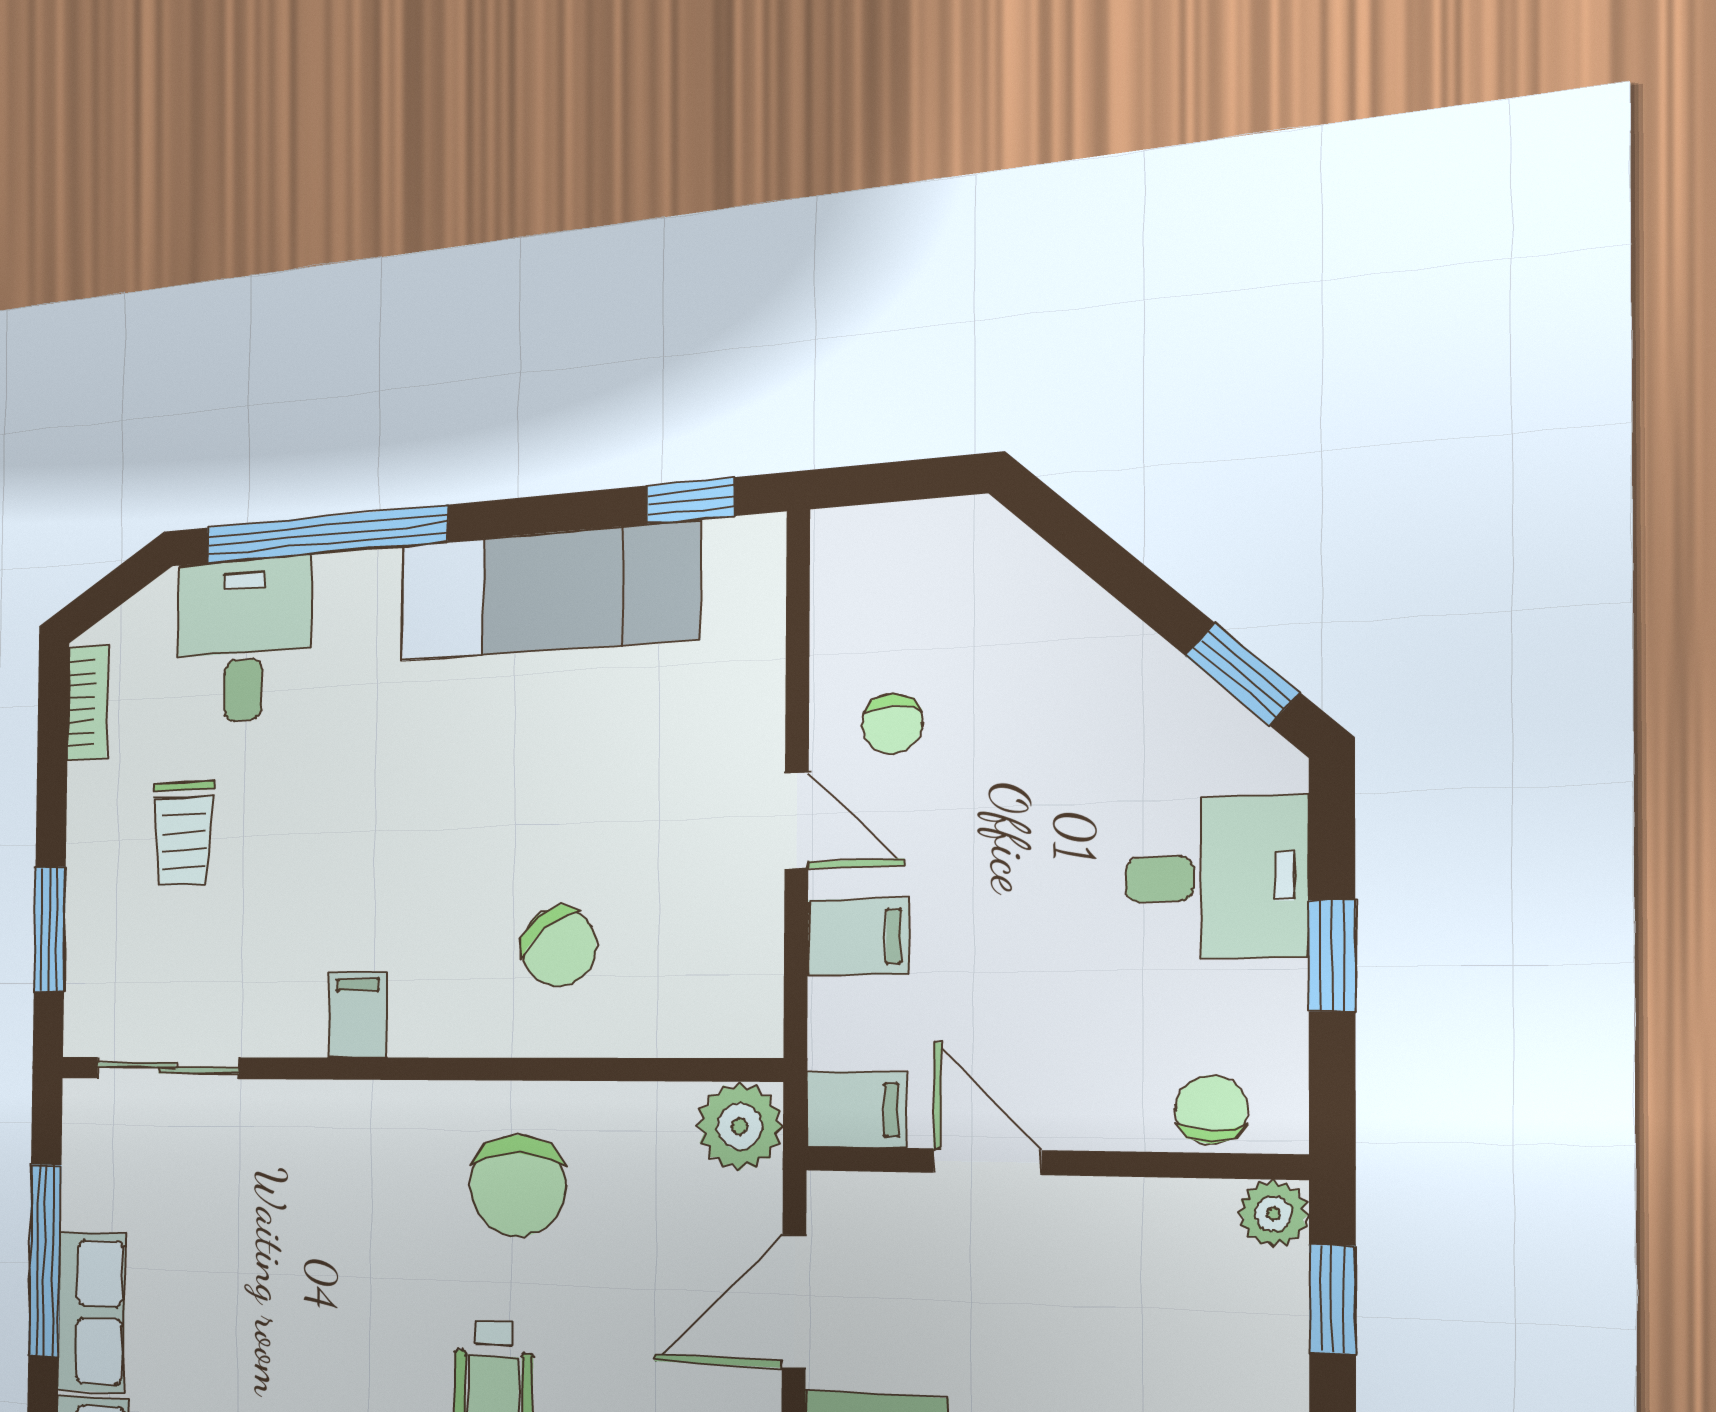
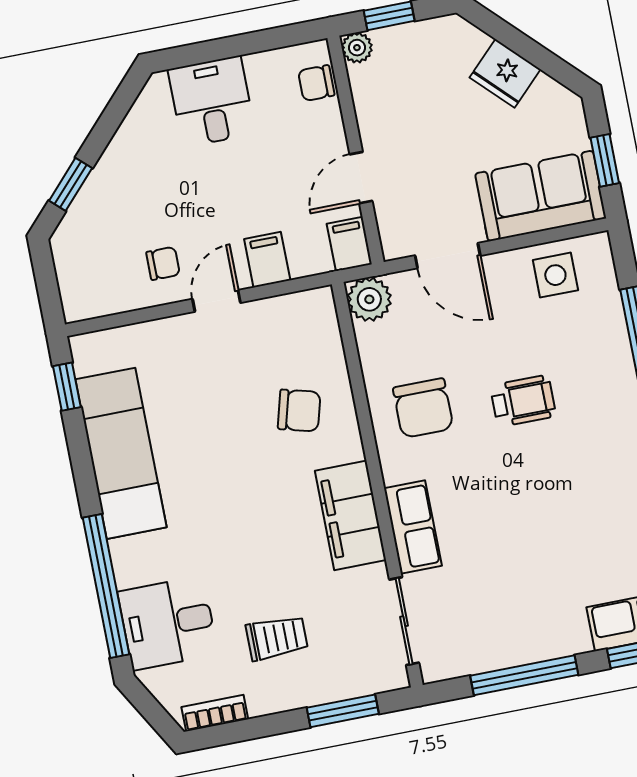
window: (1242, 674) -> (71, 184), moved
chair: (559, 947) -> (299, 410), turned 52
window: (1332, 955) -> (238, 45), removed
filing cabinet: (358, 1015) -> (350, 515), width x3.00, depth x1.17
chair: (518, 1186) -> (423, 408), turned 90
row of seats: (92, 1312) -> (413, 527), moved, turned 90

